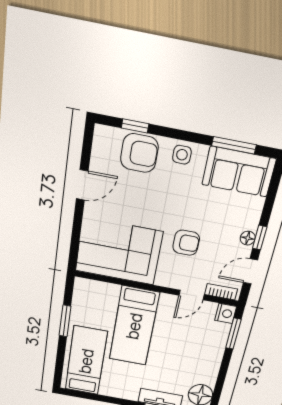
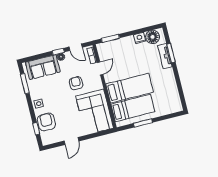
sofa: (239, 172) -> (43, 67), moved, turned 90
door: (82, 185) -> (71, 141), swing flipped
door: (192, 295) -> (100, 68), hinge flipped
nightstand: (226, 313) -> (140, 38), moved
bed: (86, 361) -> (133, 108), moved, turned 180

